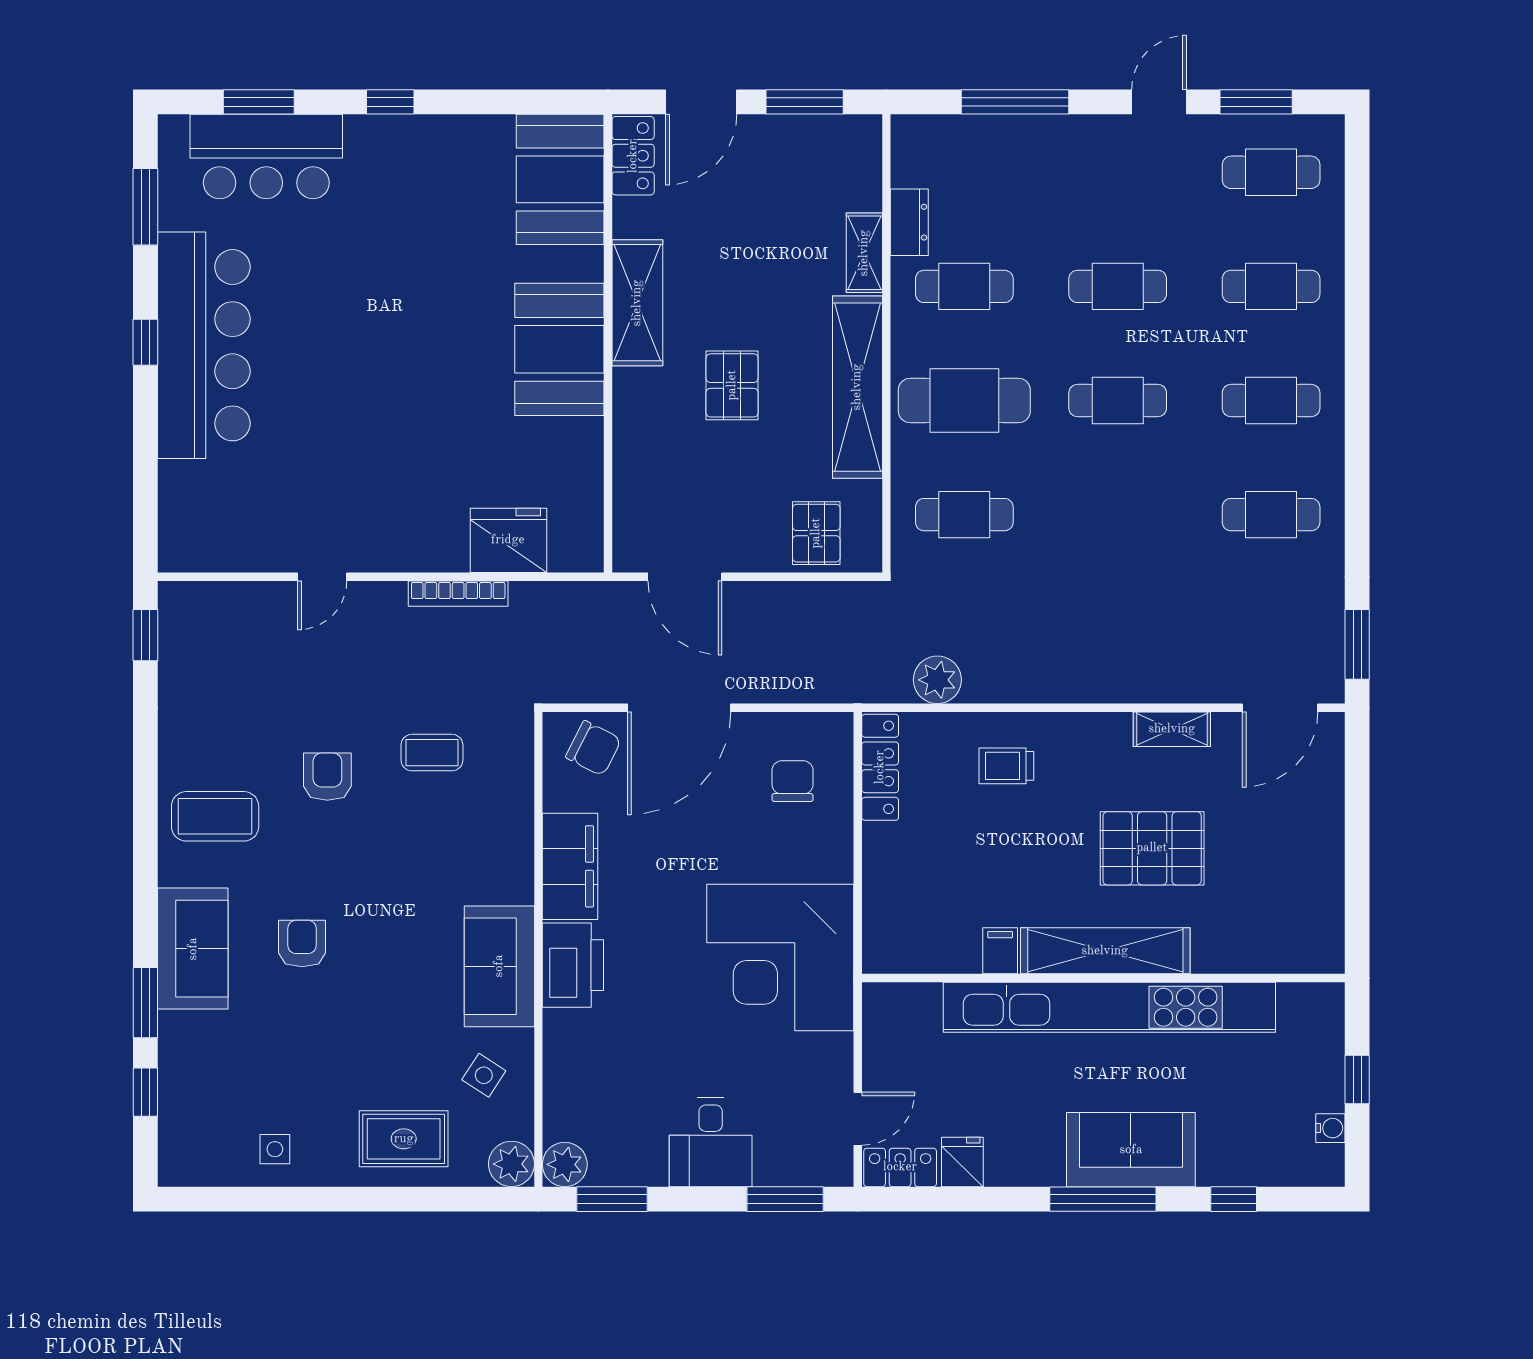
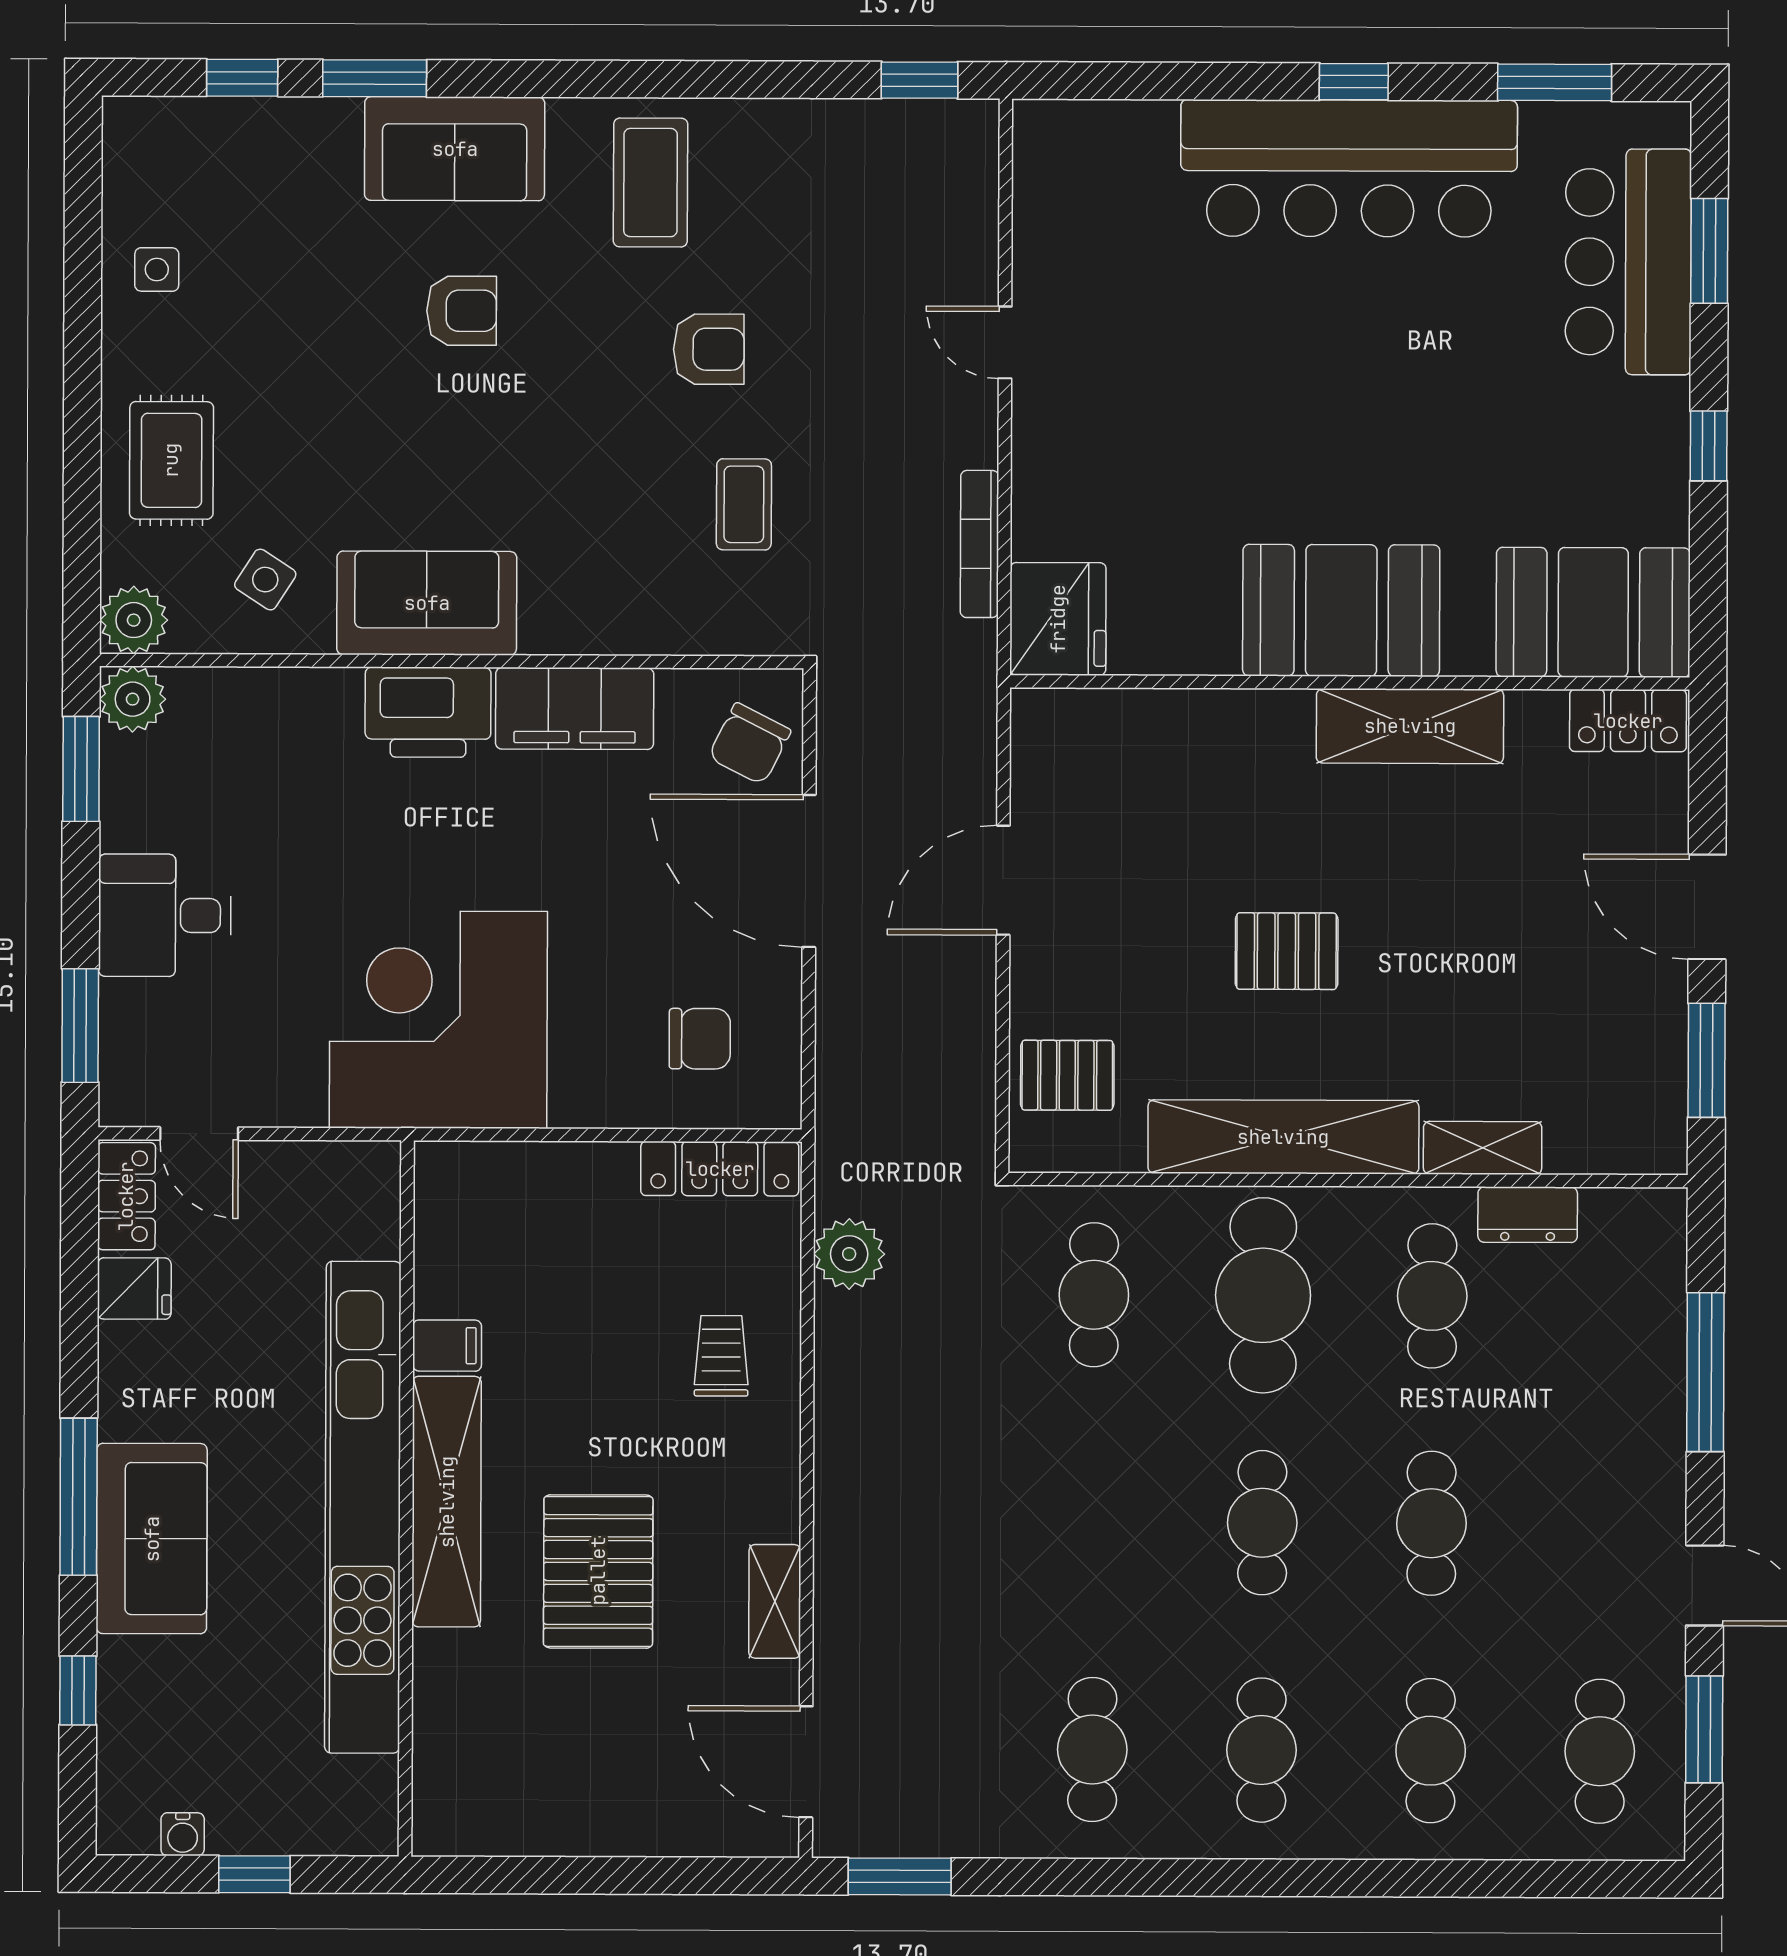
locker: (633, 156) -> (1628, 721), moved
booth: (560, 179) -> (1593, 612), moved
shelving: (637, 303) -> (1410, 726), moved
wall: (608, 343) -> (1350, 682), moved
booth: (559, 349) -> (1341, 610), moved

